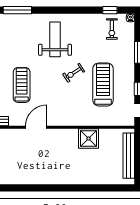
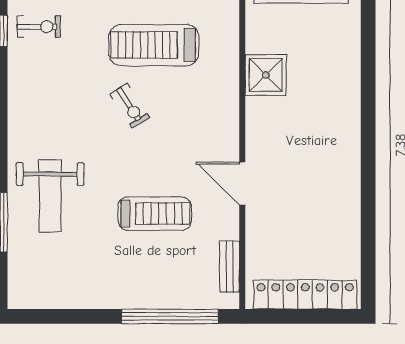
weight bench: (55, 39) -> (50, 196), moved, turned -90
treadmill: (22, 85) -> (155, 214), turned 180

